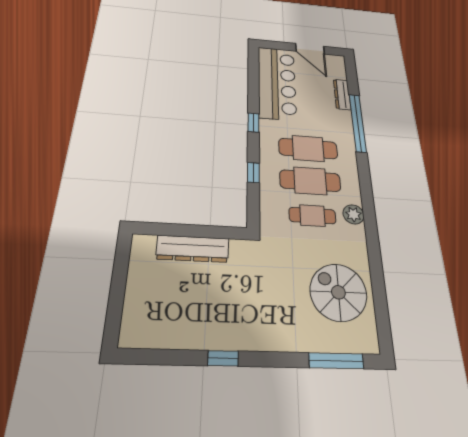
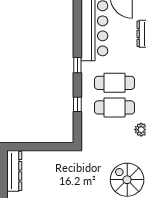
cafe table: (312, 216) -> (114, 132), removed
dresser: (193, 249) -> (14, 171), moved, turned -90

